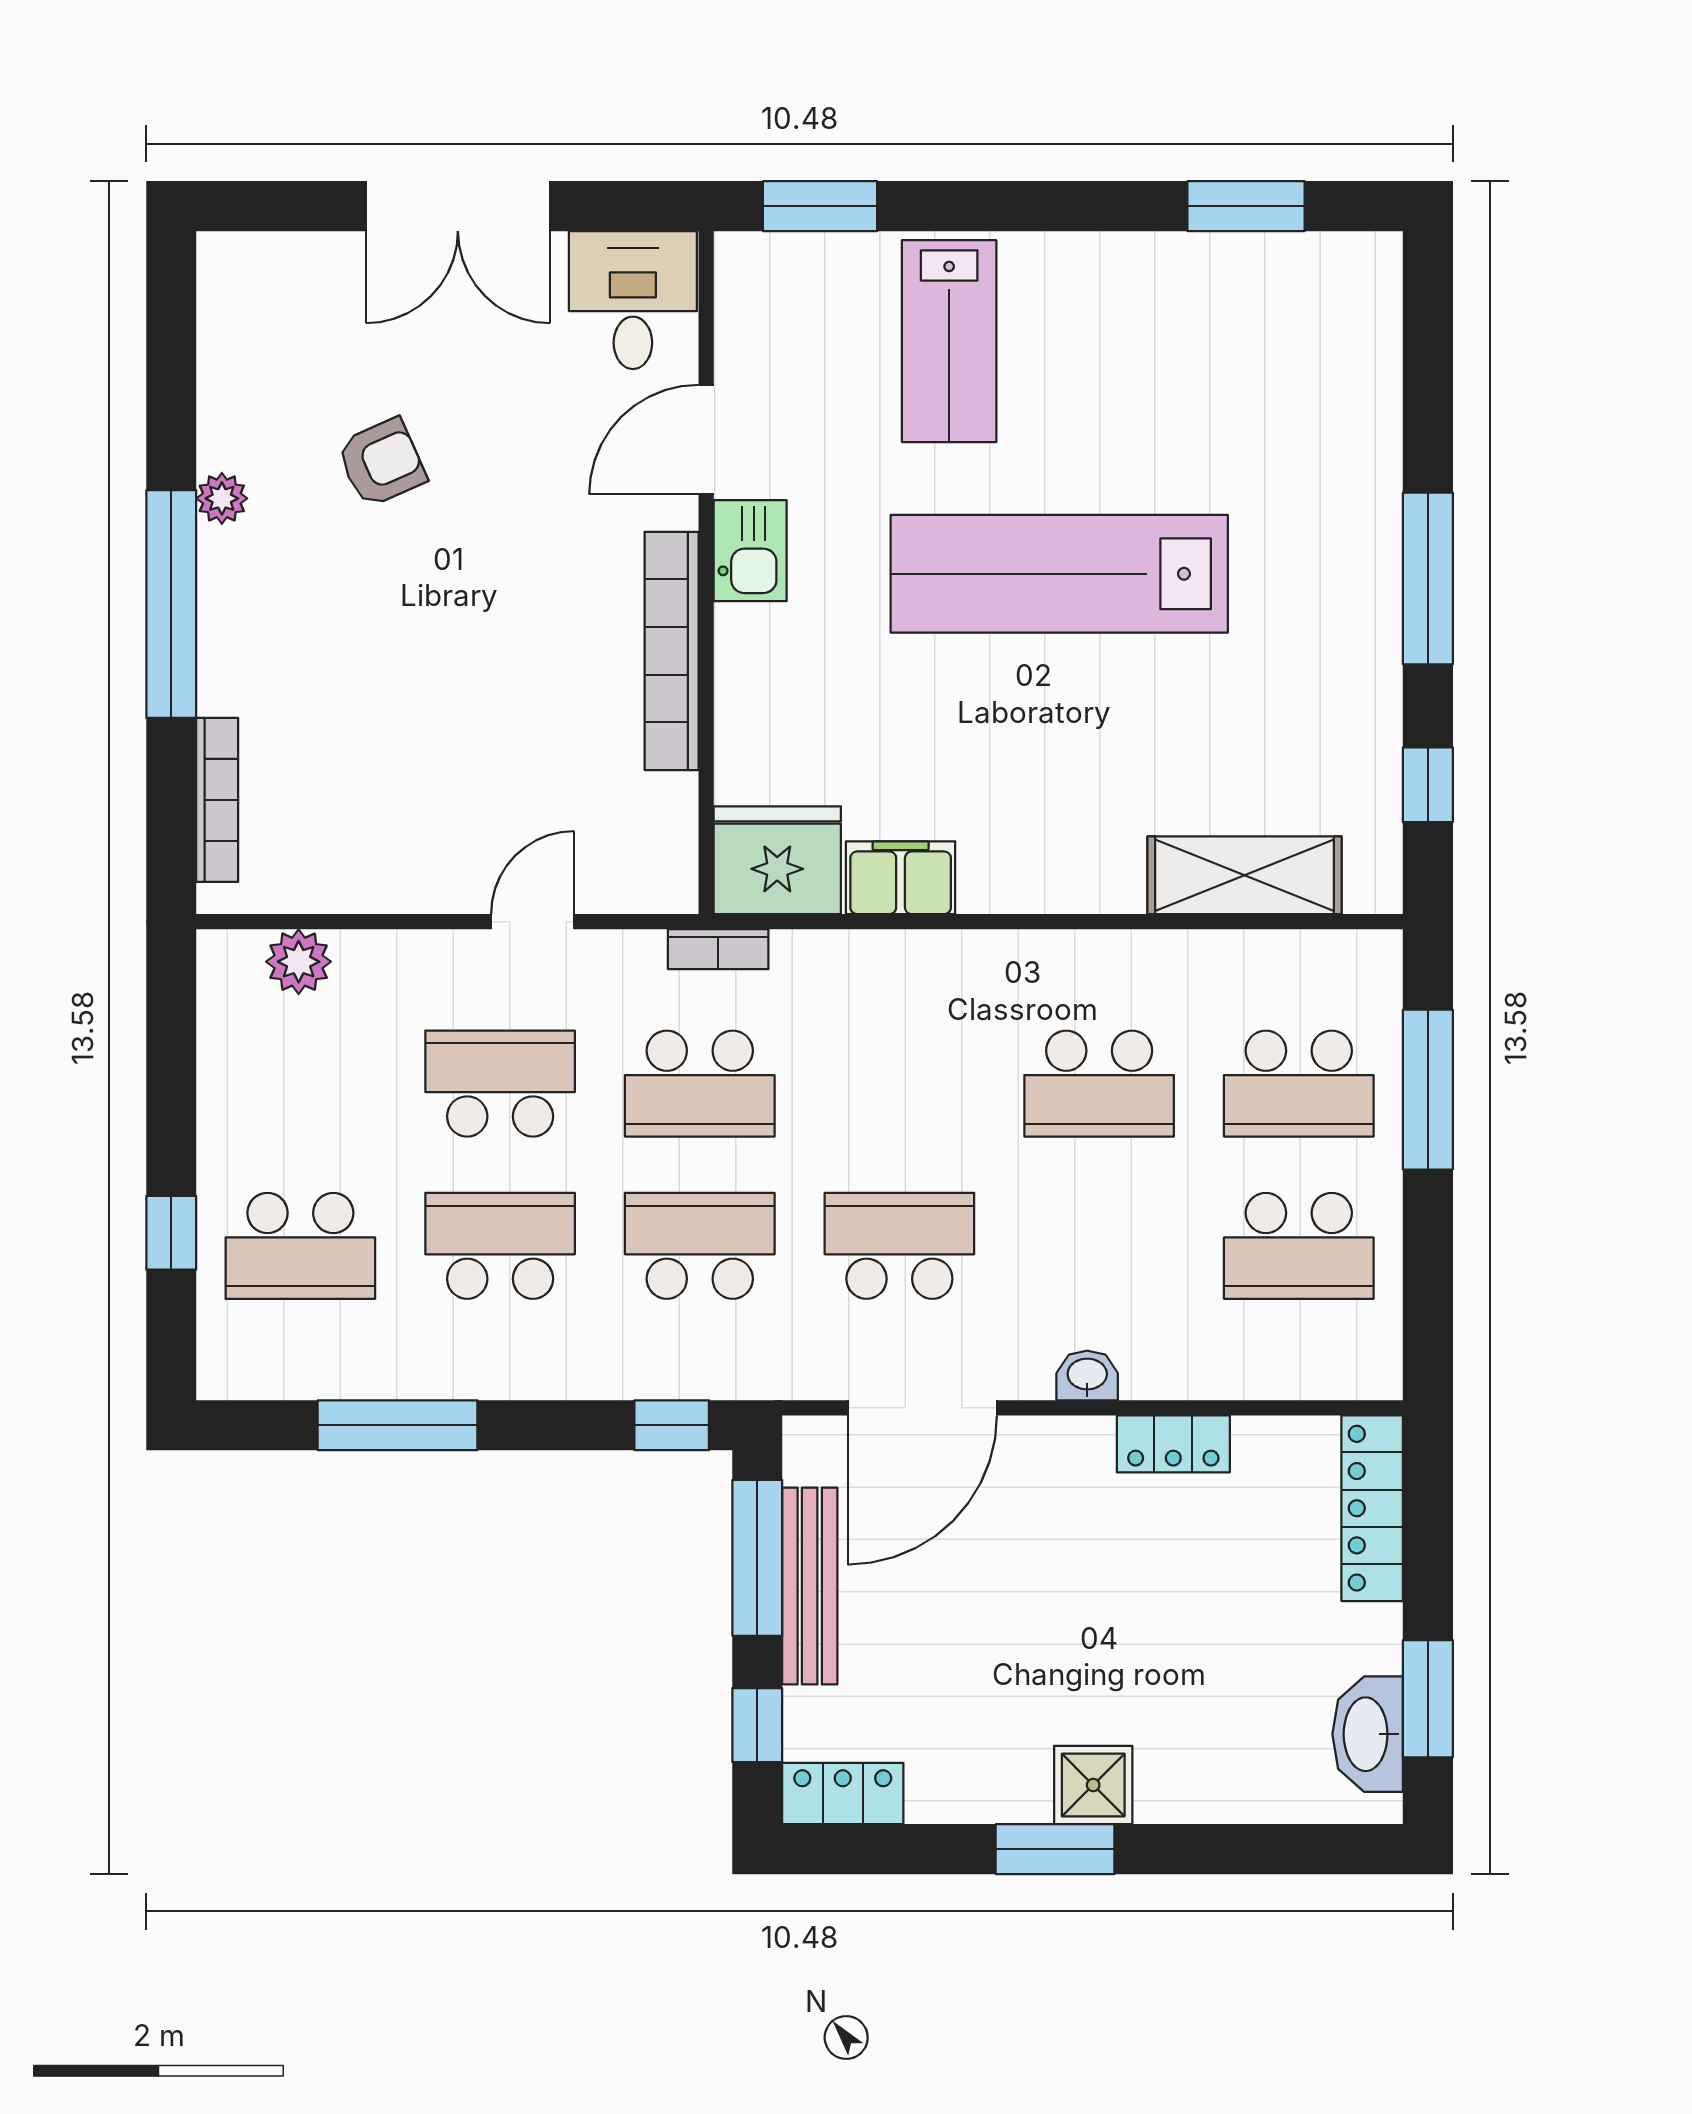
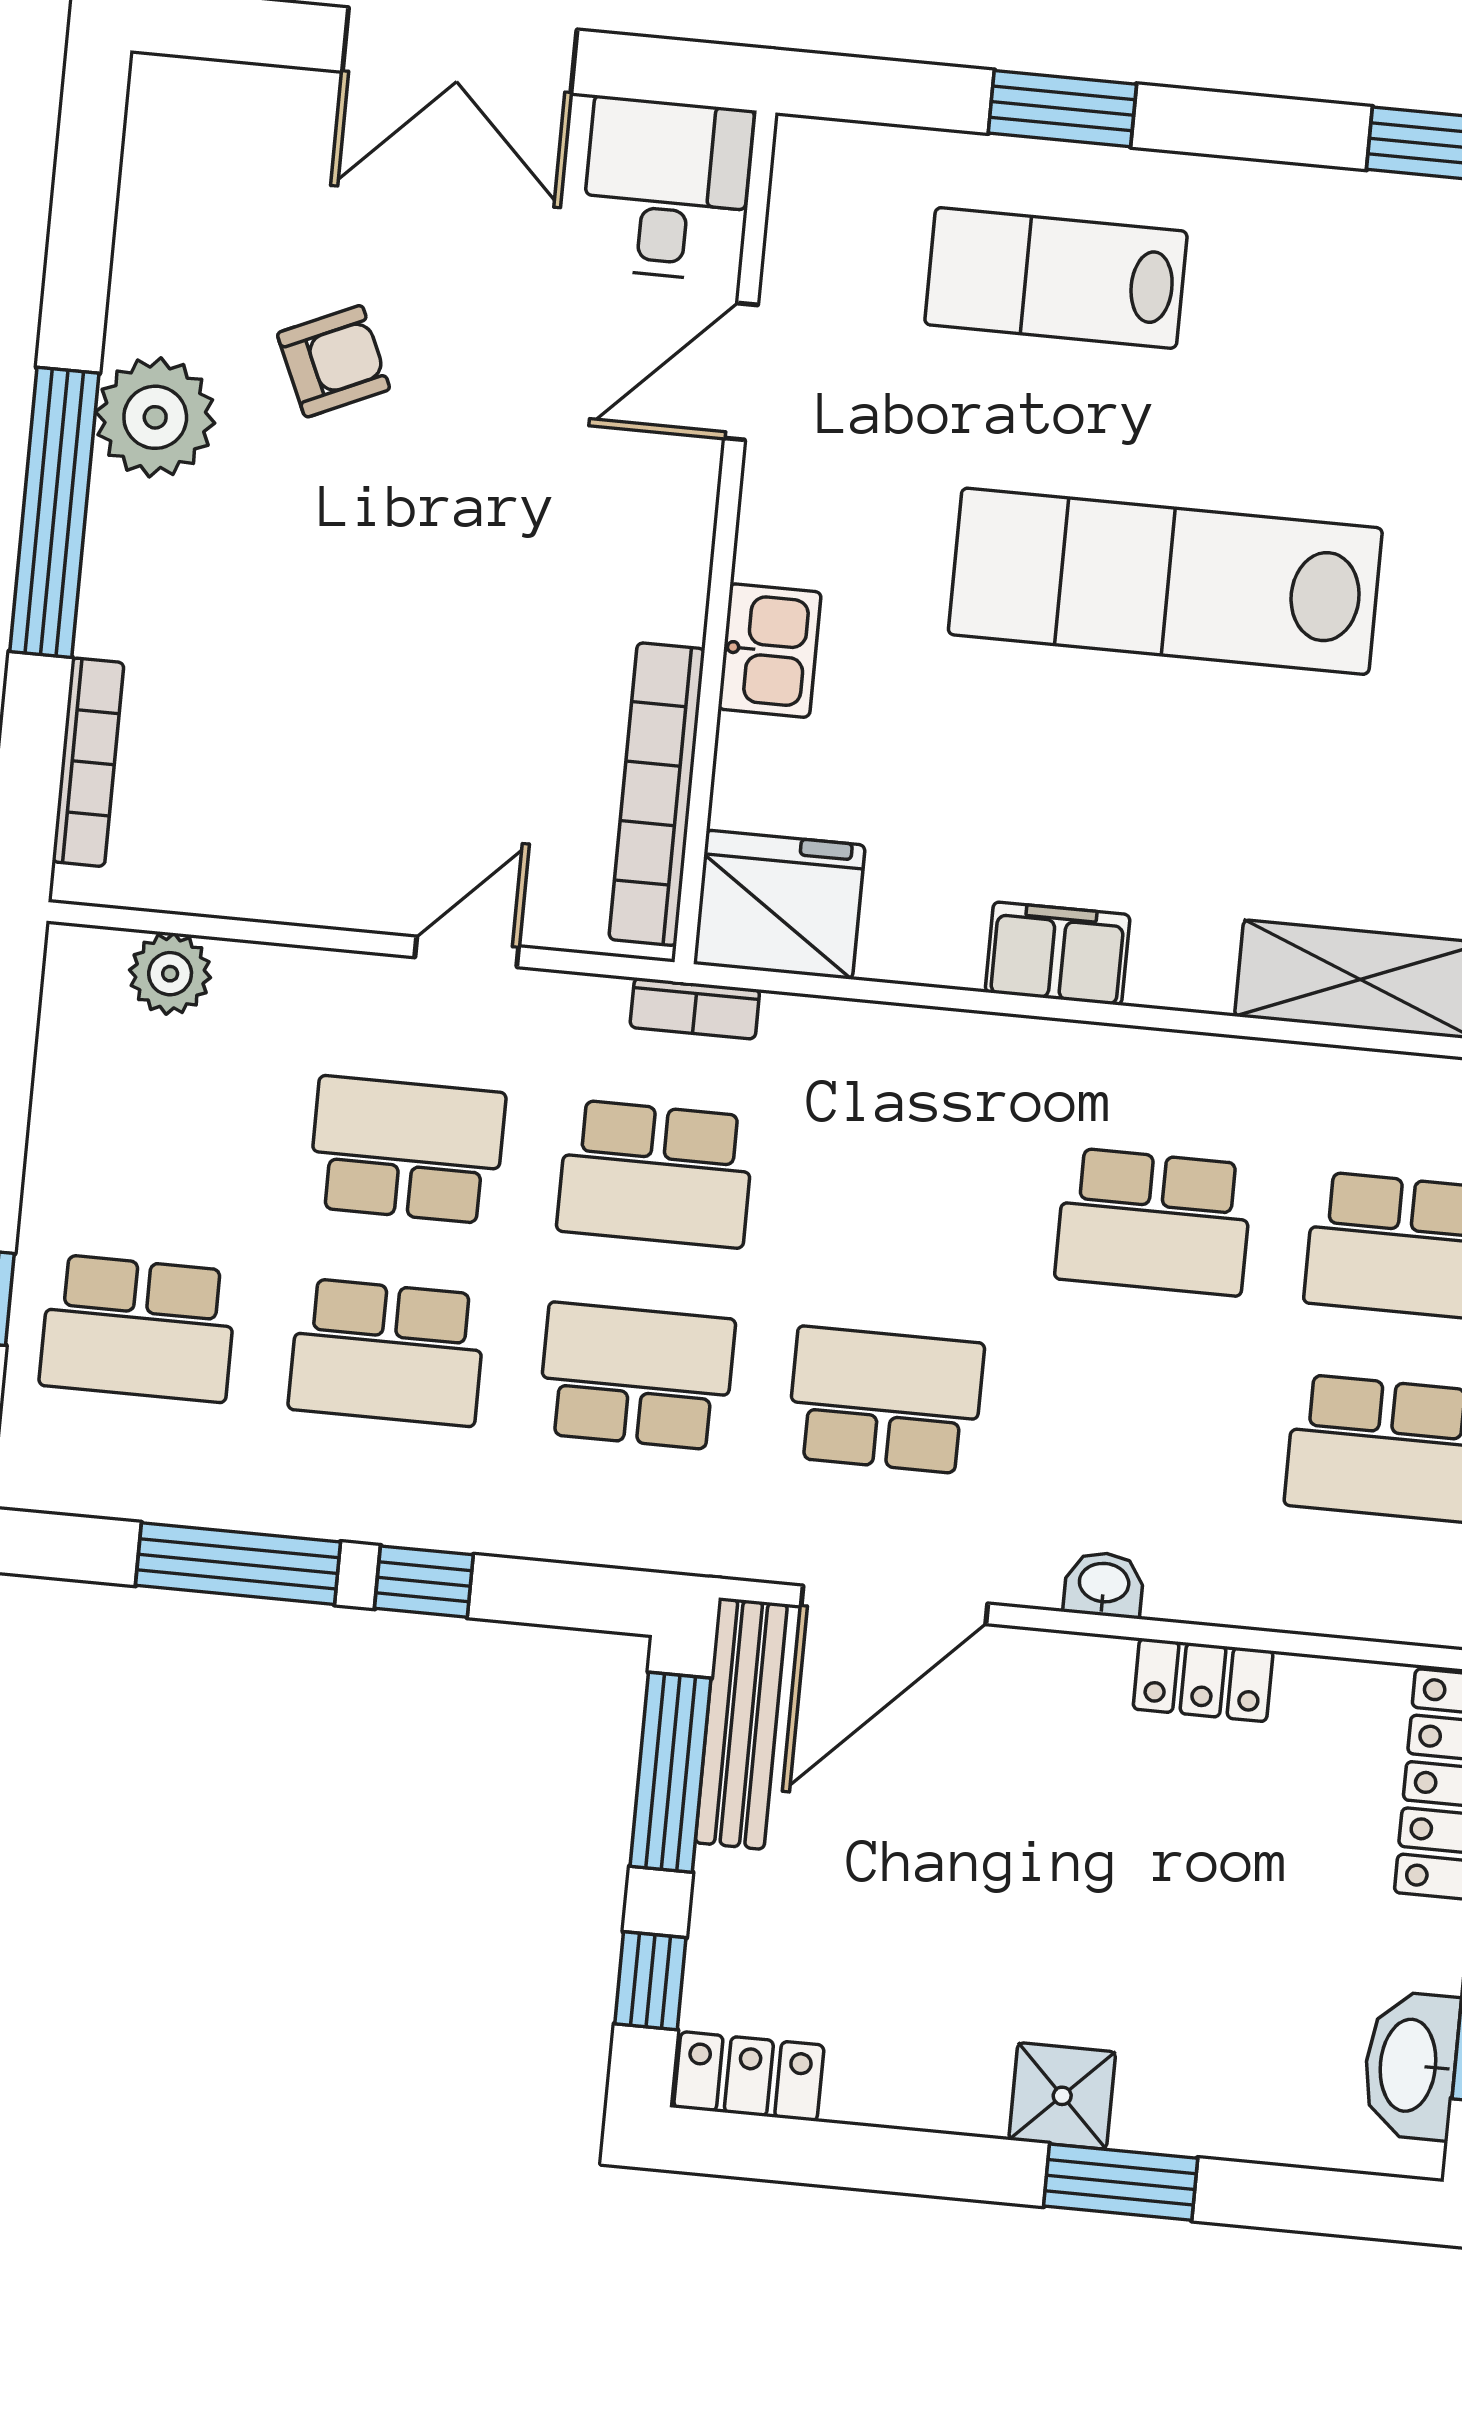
window: (820, 206) -> (1062, 109), moved
lab bench: (949, 341) -> (1056, 278), turned 90
plant: (222, 498) -> (155, 417), width x1.88, depth x1.88
kitchen sink: (750, 551) -> (770, 651), moved
bookcase: (672, 651) -> (657, 794), moved
filing cabinet: (901, 878) -> (1058, 953), moved
school desk: (500, 1246) -> (387, 1352), turned 180
window: (672, 1425) -> (424, 1582), moved
bench: (810, 1586) -> (741, 1723), moved
window: (1055, 1849) -> (1121, 2182), moved

